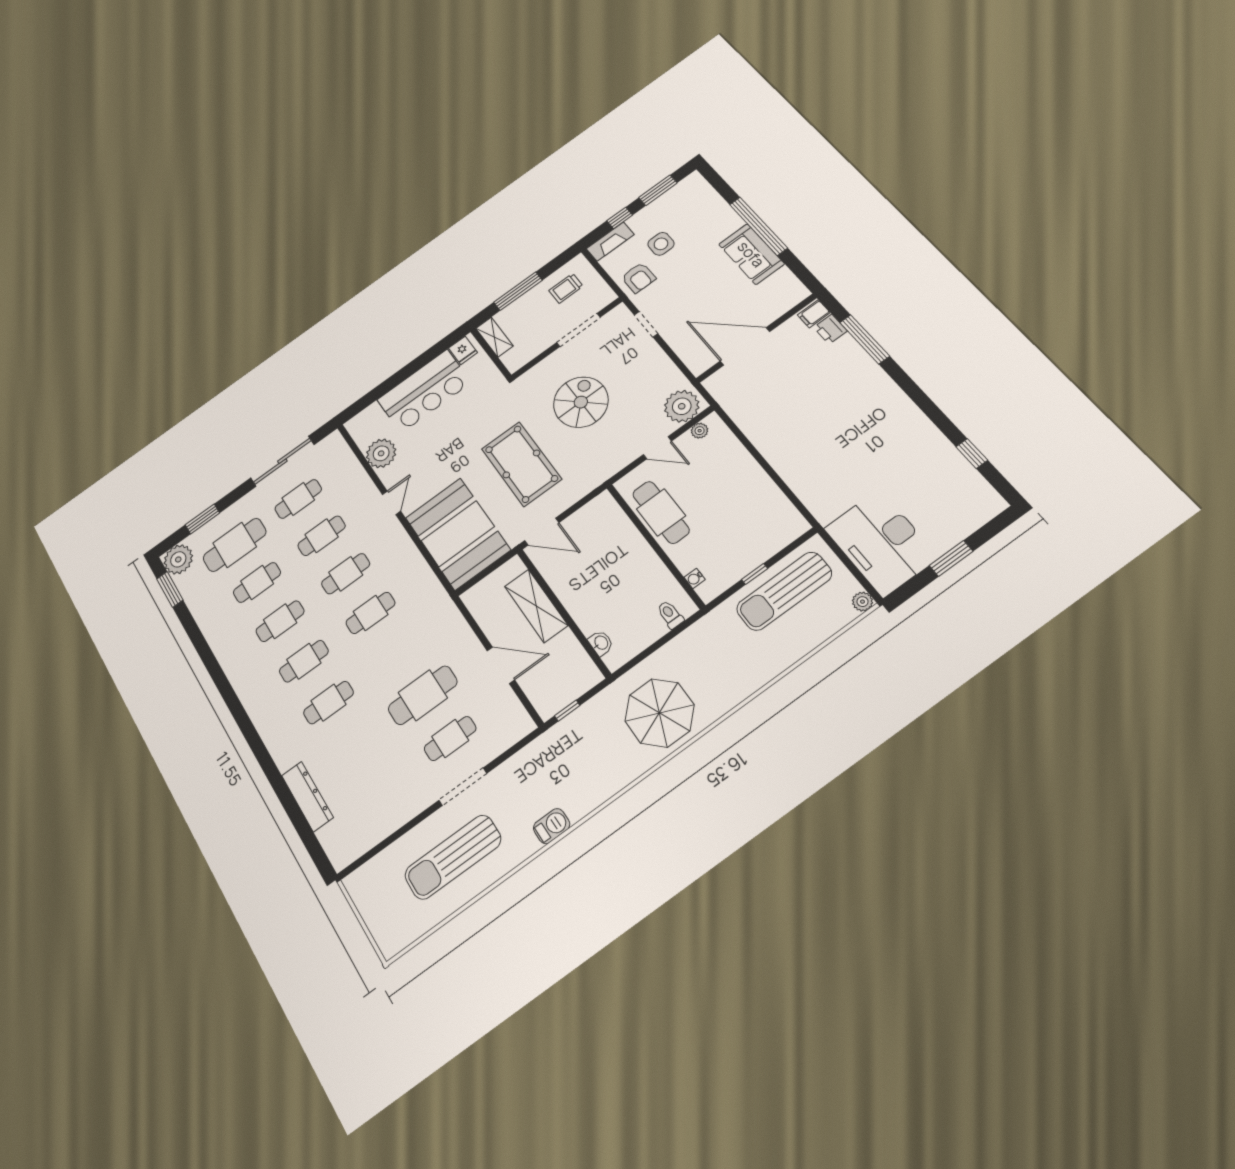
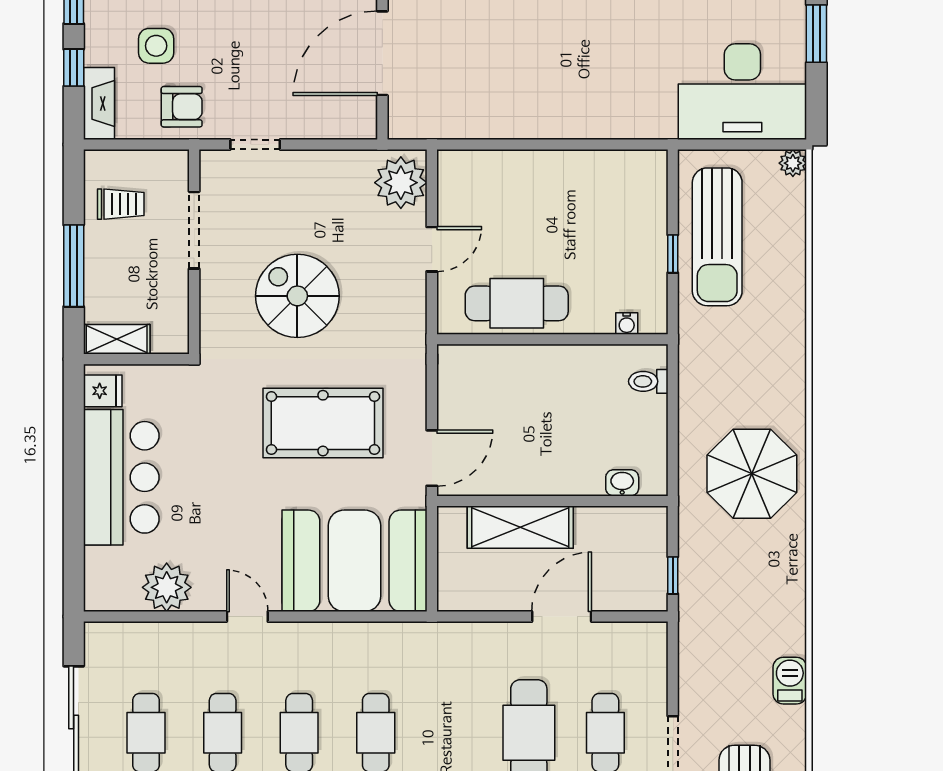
trolley: (566, 288) -> (121, 204), turned -90
plant: (700, 431) -> (449, 185), removed

